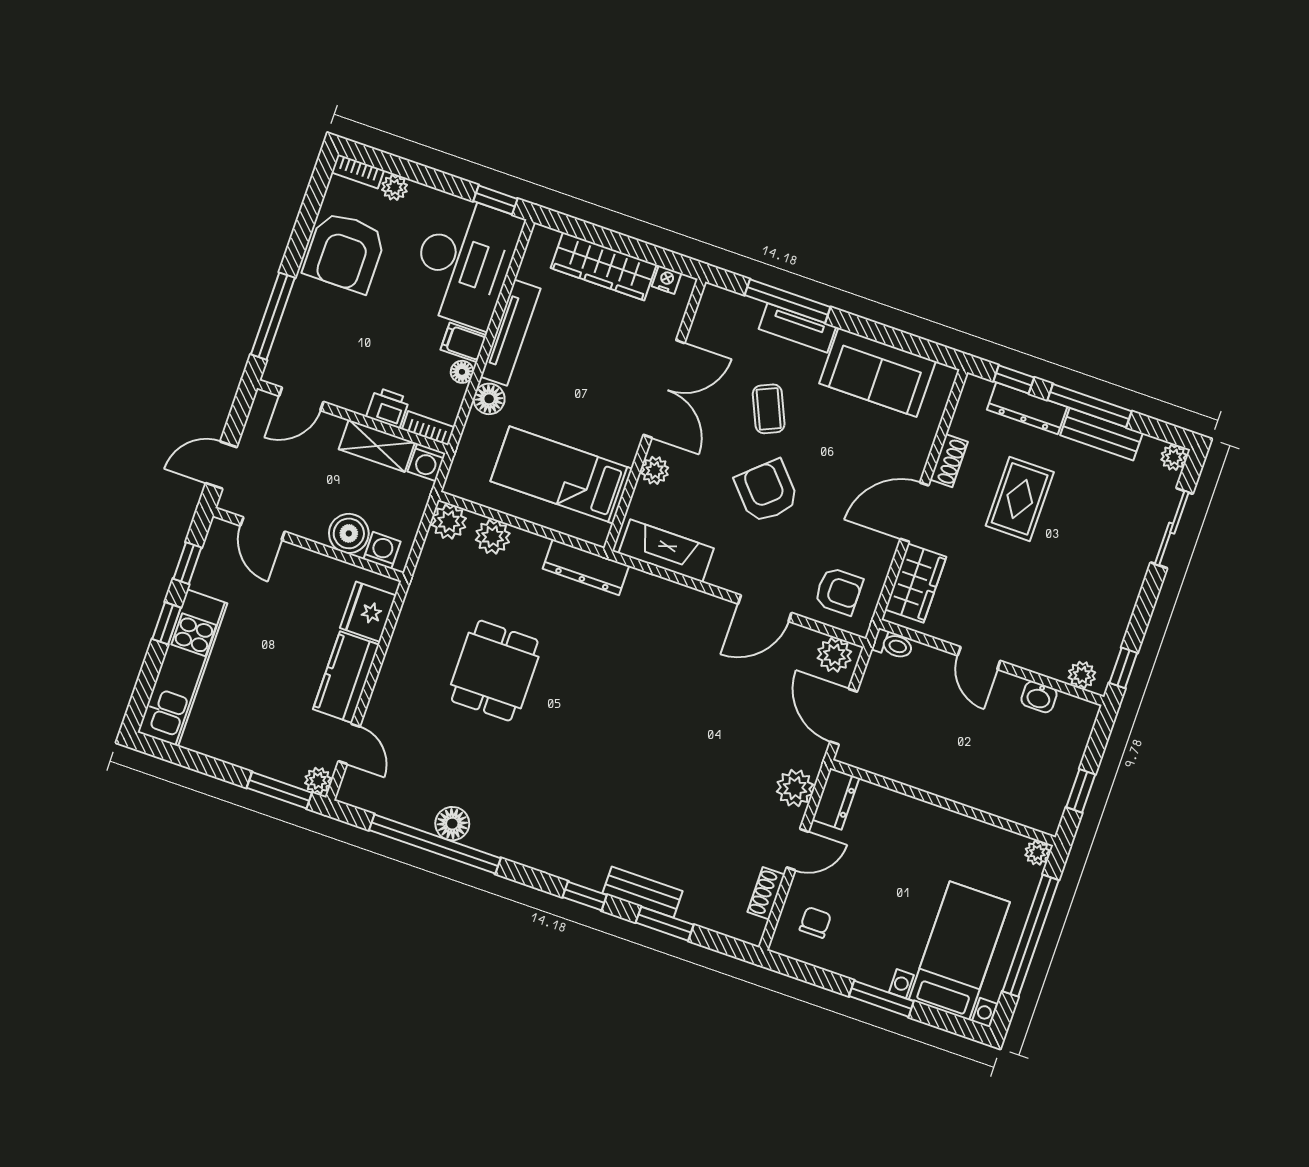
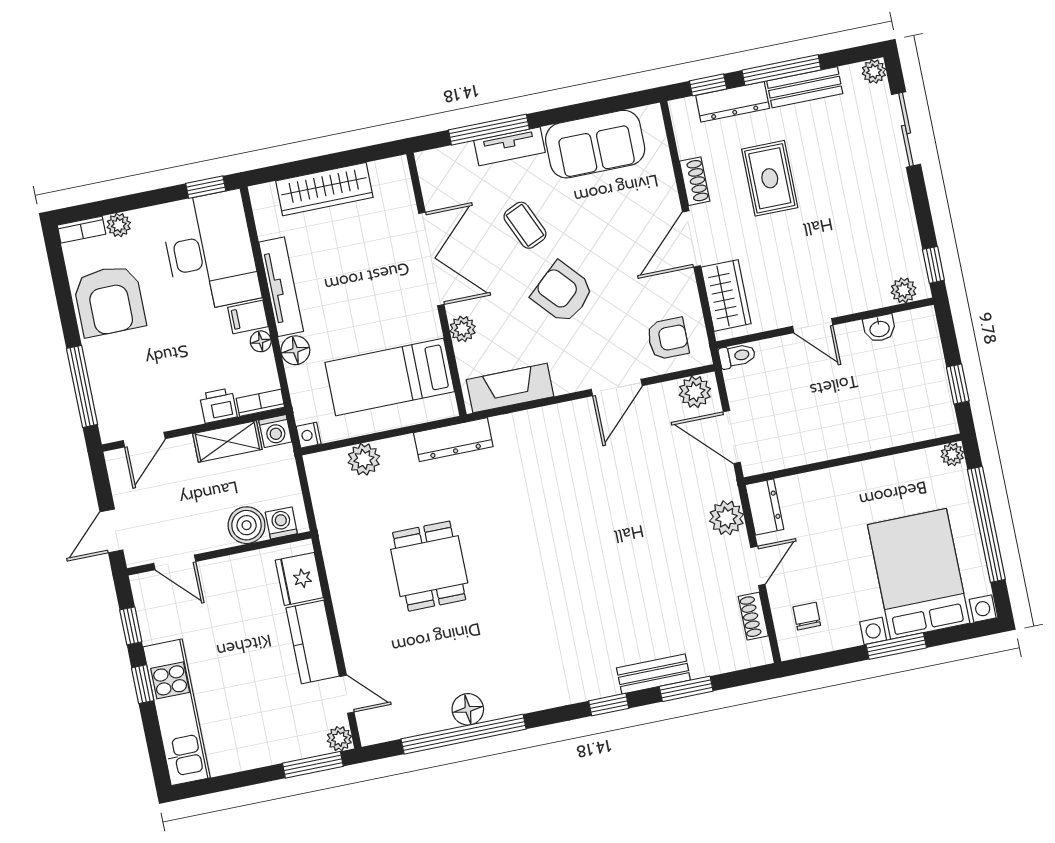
nightstand: (667, 280) -> (309, 435), moved, turned -90
plant: (449, 522) -> (321, 468), removed
bed with nightstands: (959, 951) -> (919, 574), width x1.36

